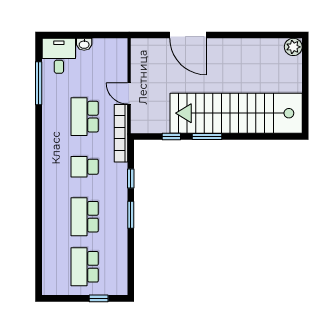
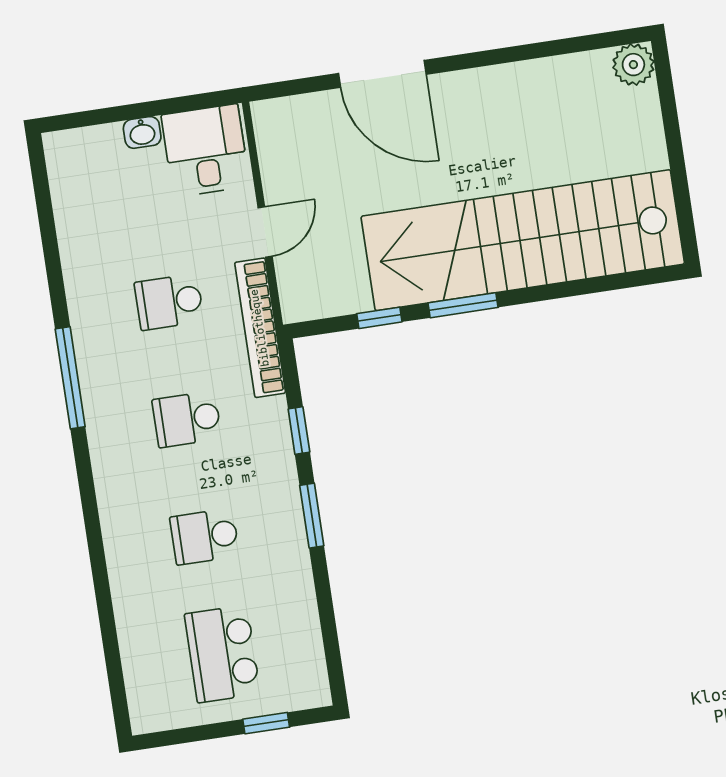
desk: (59, 56) -> (205, 151), moved
window: (39, 83) -> (70, 378), moved
door: (129, 94) -> (265, 232), swing flipped
school desk: (85, 117) -> (169, 302), width x0.54
school desk: (85, 217) -> (205, 537), width x0.54

